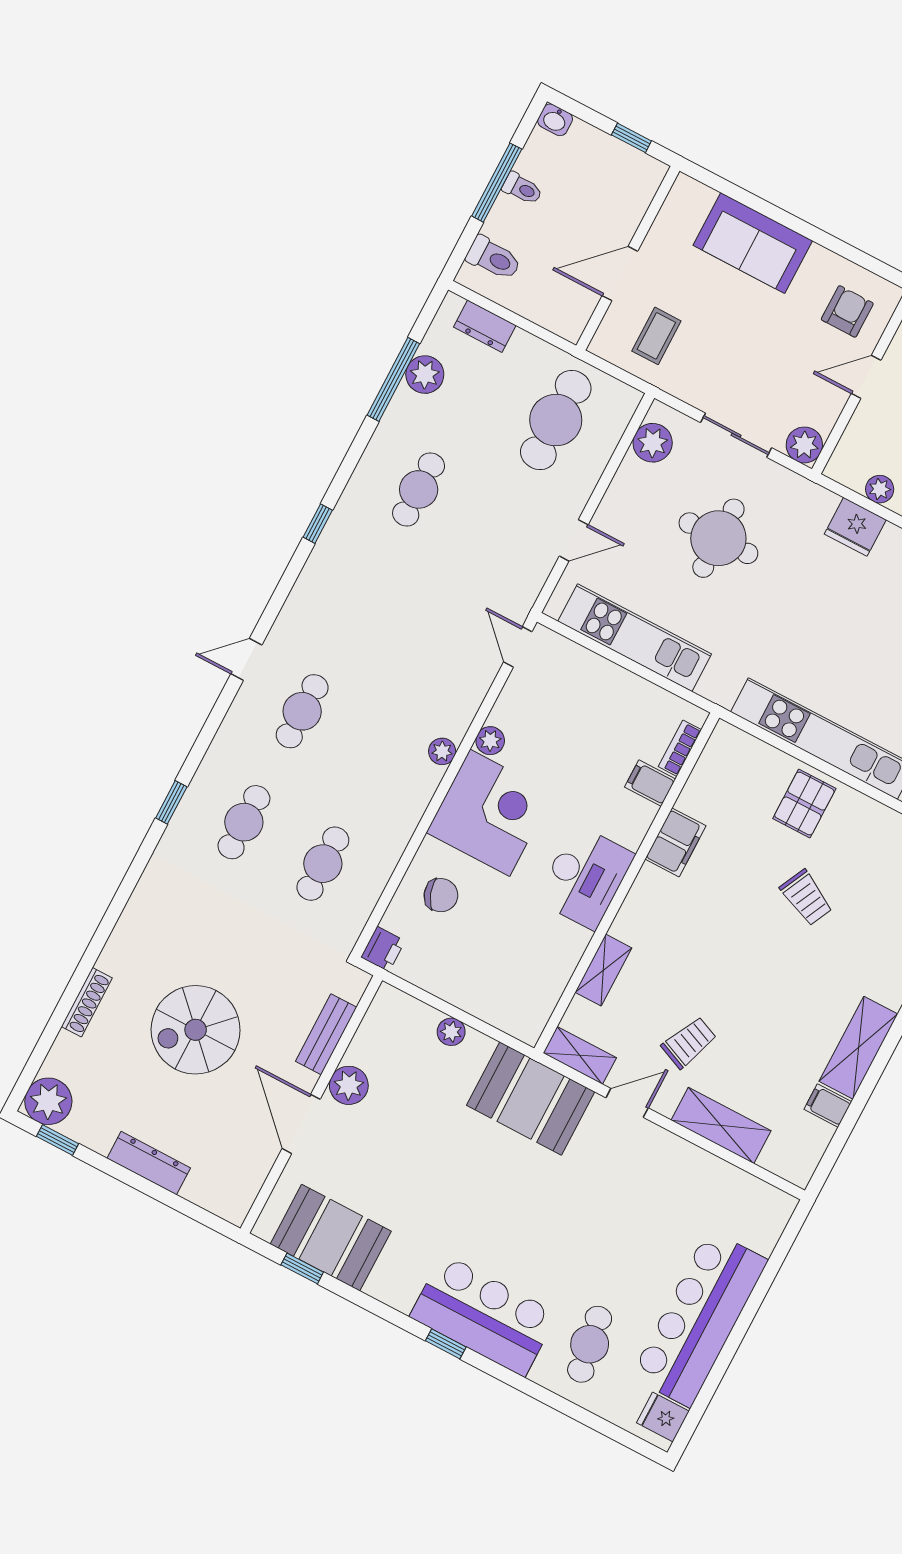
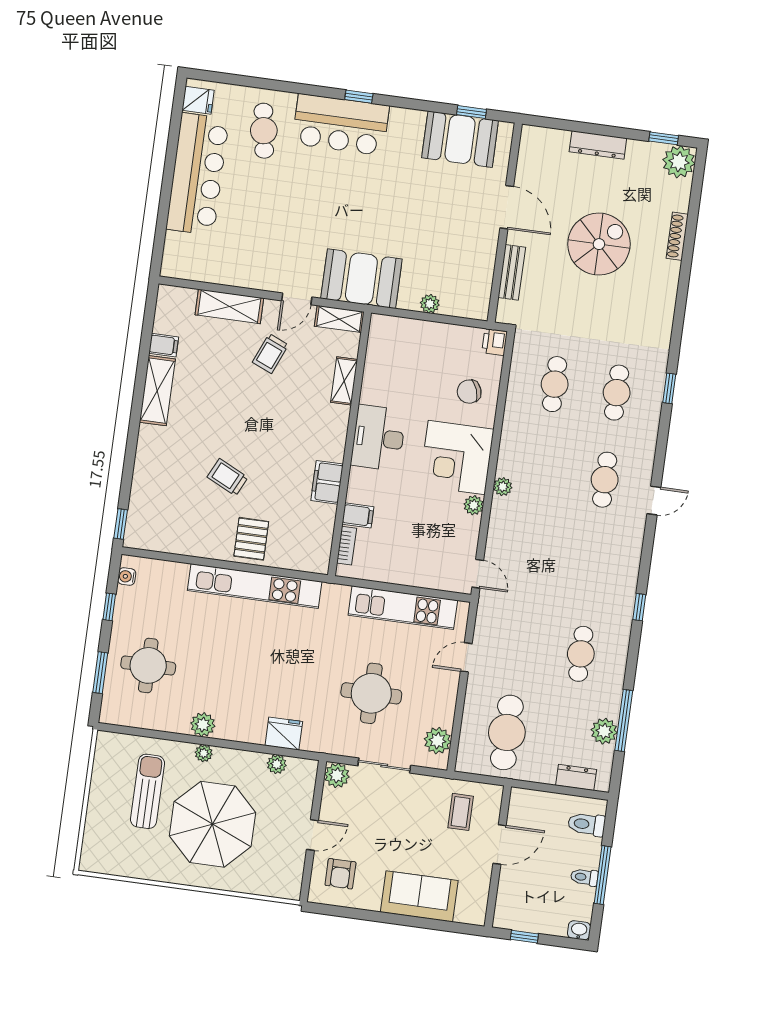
plant: (349, 1085) -> (485, 244), removed

